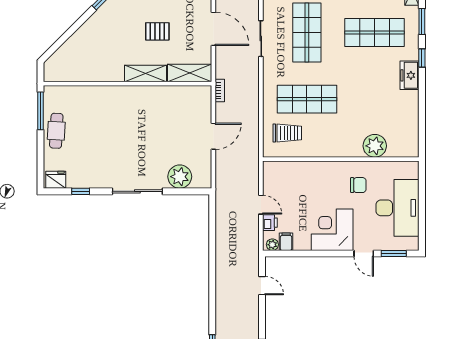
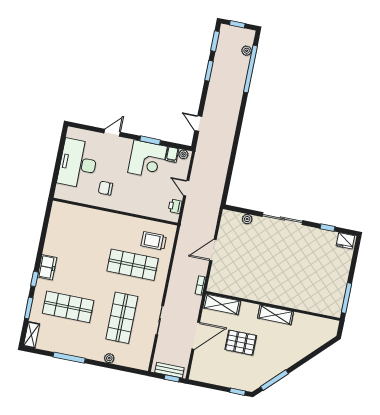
door: (213, 29) -> (196, 336), swing flipped
pallet: (157, 31) -> (241, 343), width x1.50, depth x1.42
shelving: (145, 73) -> (275, 315), moved
cafe table: (56, 131) -> (337, 280), removed
plant: (375, 146) -> (86, 217), removed
plant: (180, 177) -> (247, 219), width x0.53, depth x0.53
printer: (270, 223) -> (175, 206), moved
corner desk: (332, 230) -> (147, 159), moved
door: (364, 254) -> (112, 133), hinge flipped
window: (394, 254) -> (150, 140), moved

